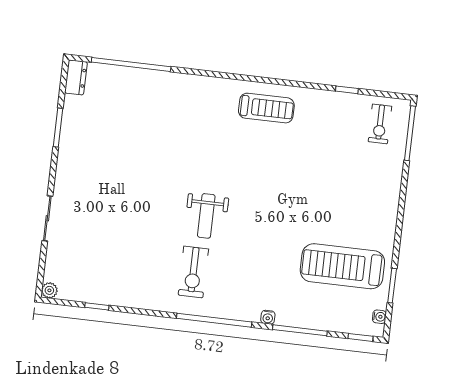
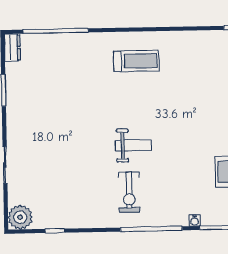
treadmill: (266, 108) -> (136, 61), moved
weight bench: (206, 216) -> (133, 145), turned -90
plant: (49, 290) -> (20, 217), width x1.87, depth x1.87

